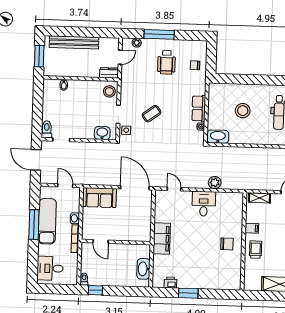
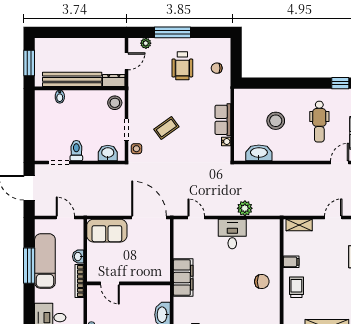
bench: (74, 42) -> (72, 79), moved
toilet: (47, 129) -> (76, 151), moved
washbasin: (218, 137) -> (259, 153), moved

